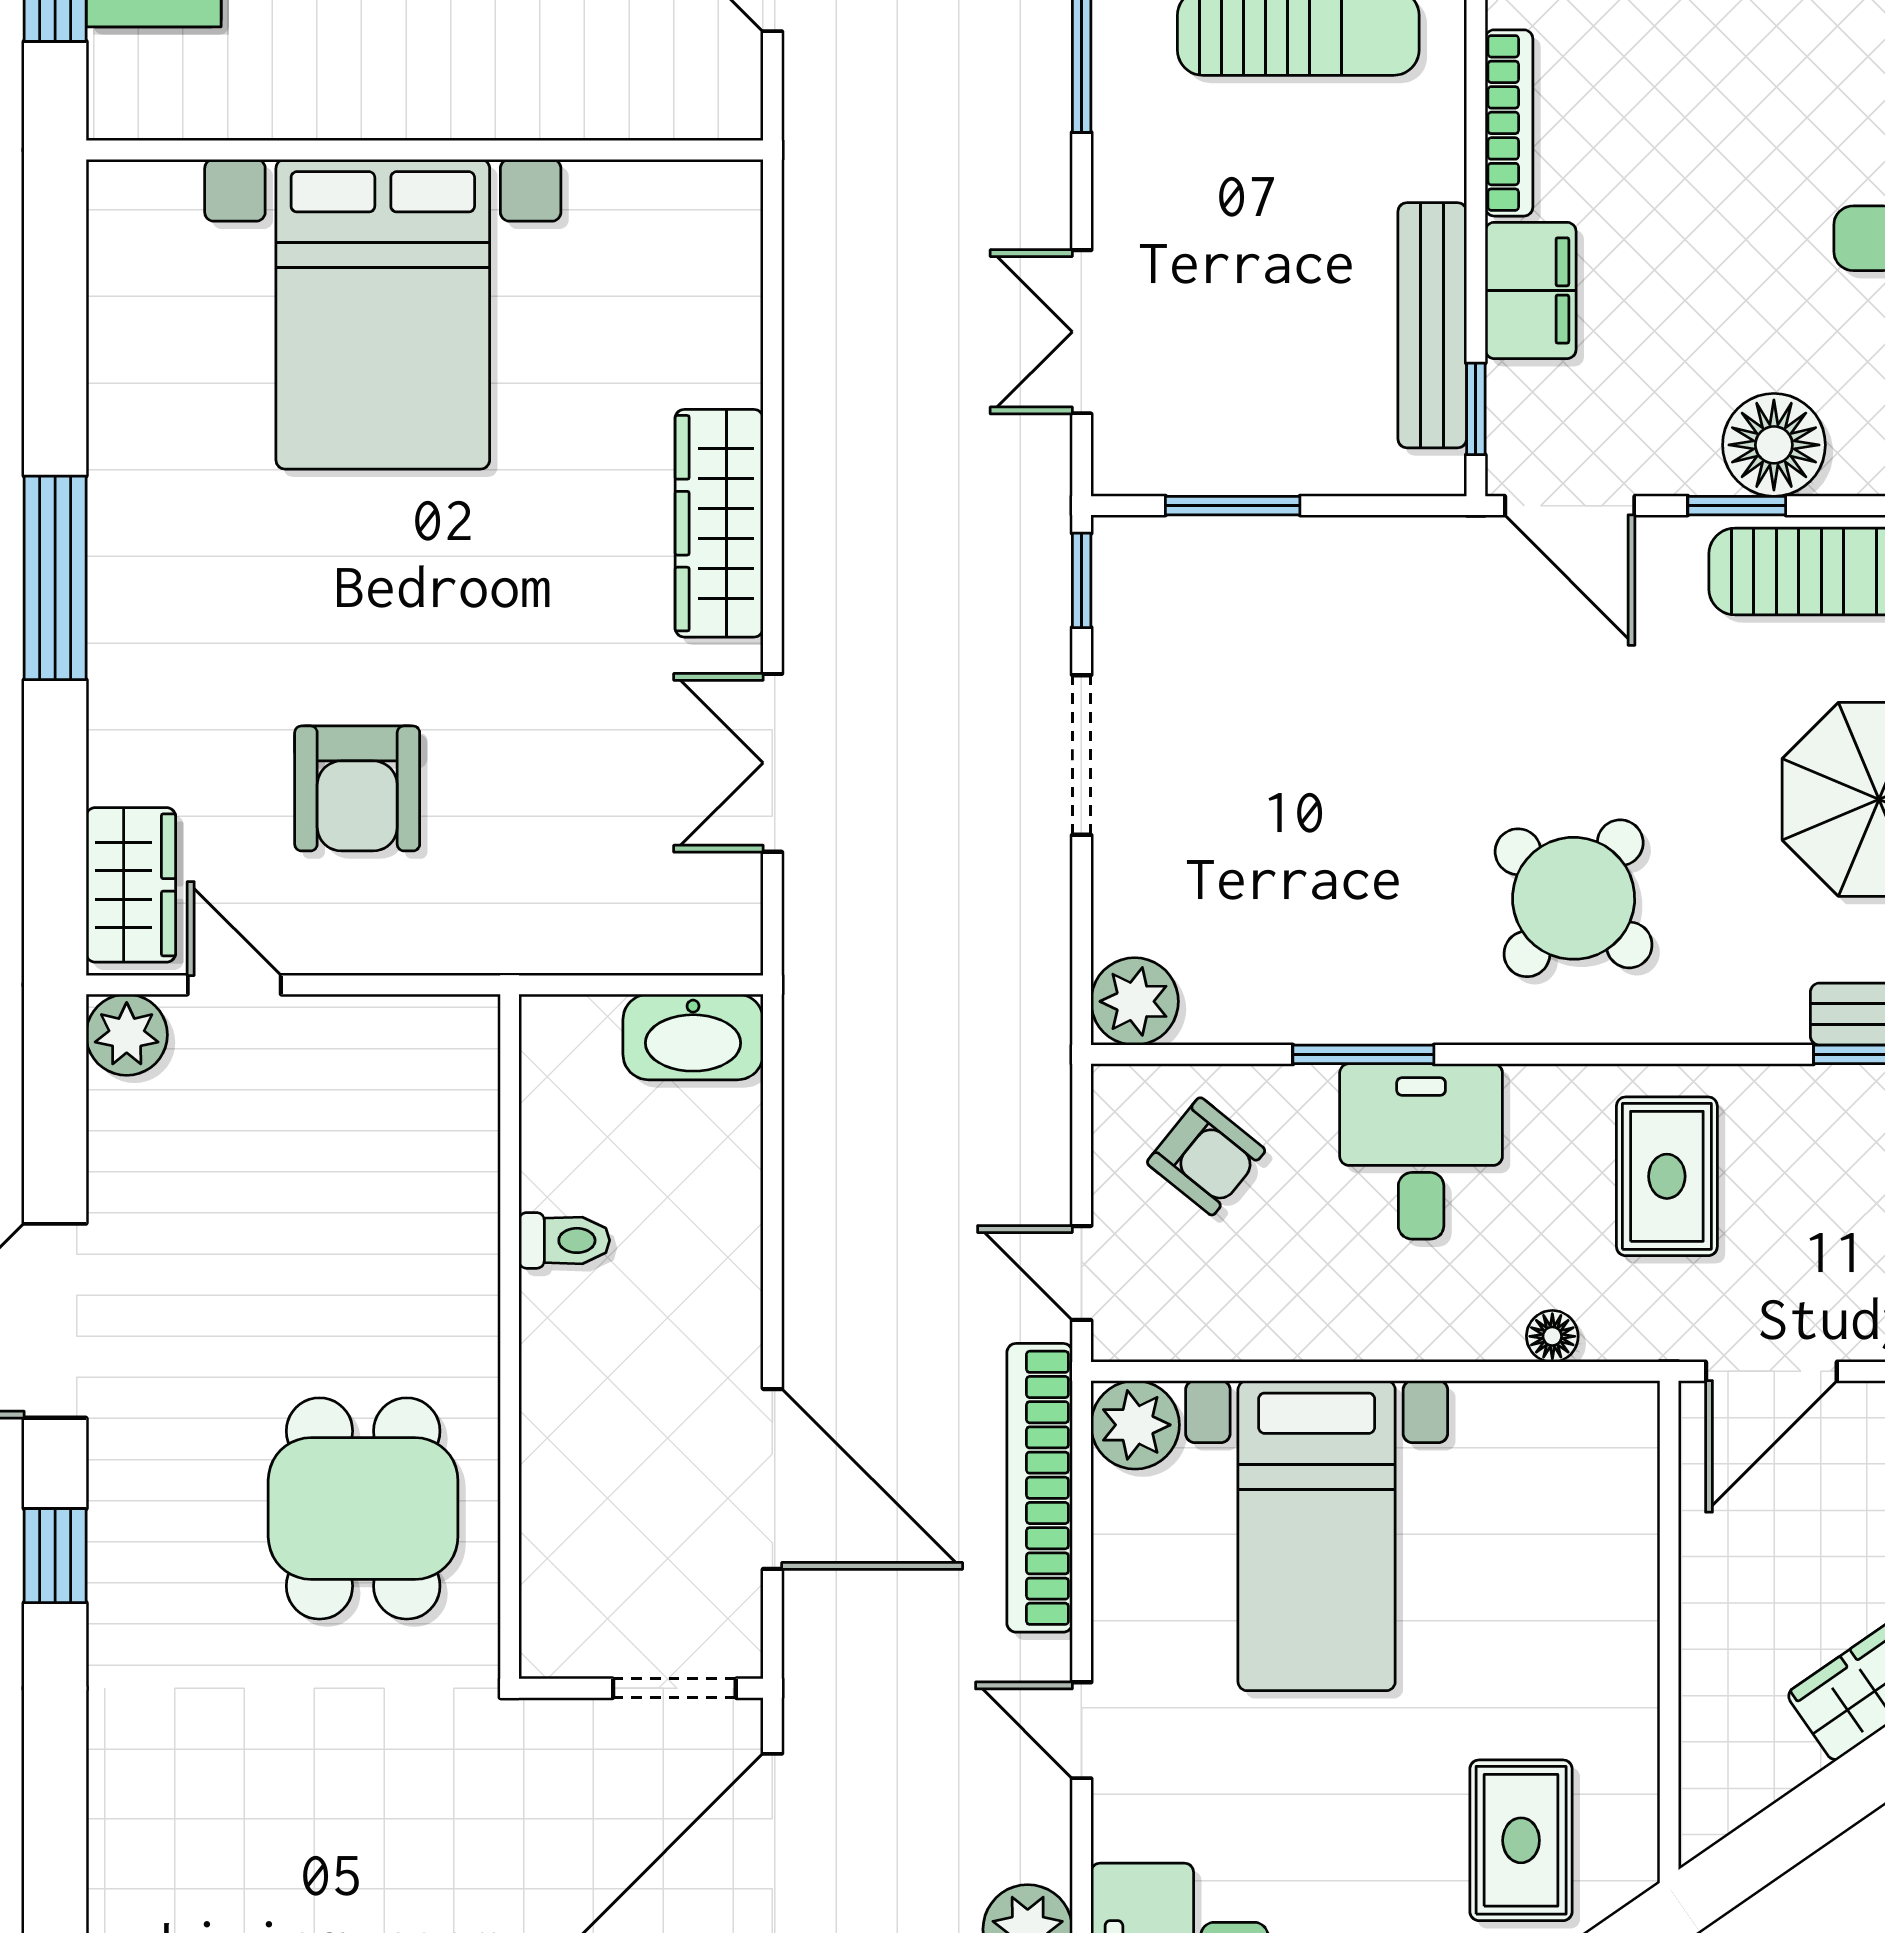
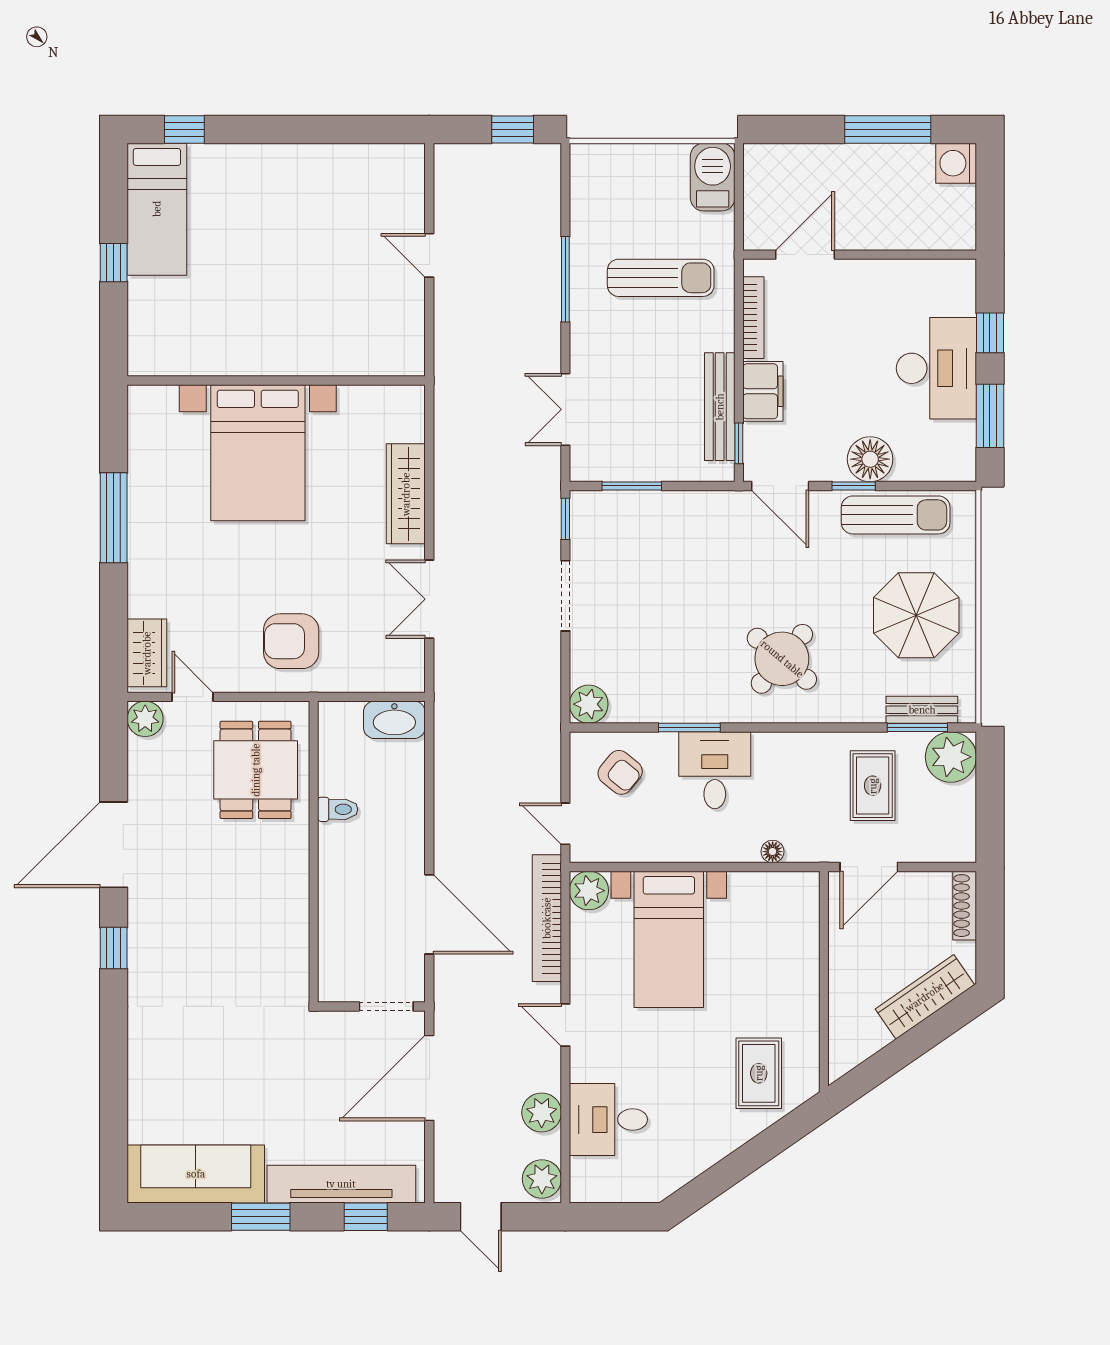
wall: (425, 150) -> (276, 380), moved
bed with nightstands: (383, 314) -> (258, 453), moved
armchair: (357, 788) -> (291, 641), moved, turned 90
rug: (1667, 1176) -> (873, 786), moved
dining table: (363, 1508) -> (256, 770), moved

